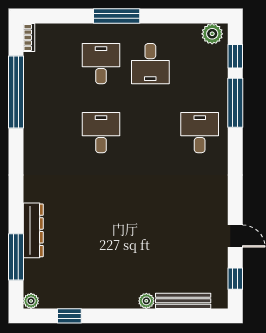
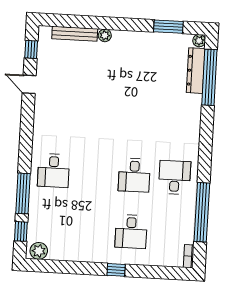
window: (117, 16) -> (116, 270), width x0.46
desk: (150, 64) -> (175, 177), moved
dresser: (33, 230) -> (196, 71), moved
window: (16, 257) -> (209, 77), width x1.46
window: (69, 316) -> (168, 27), width x1.50

